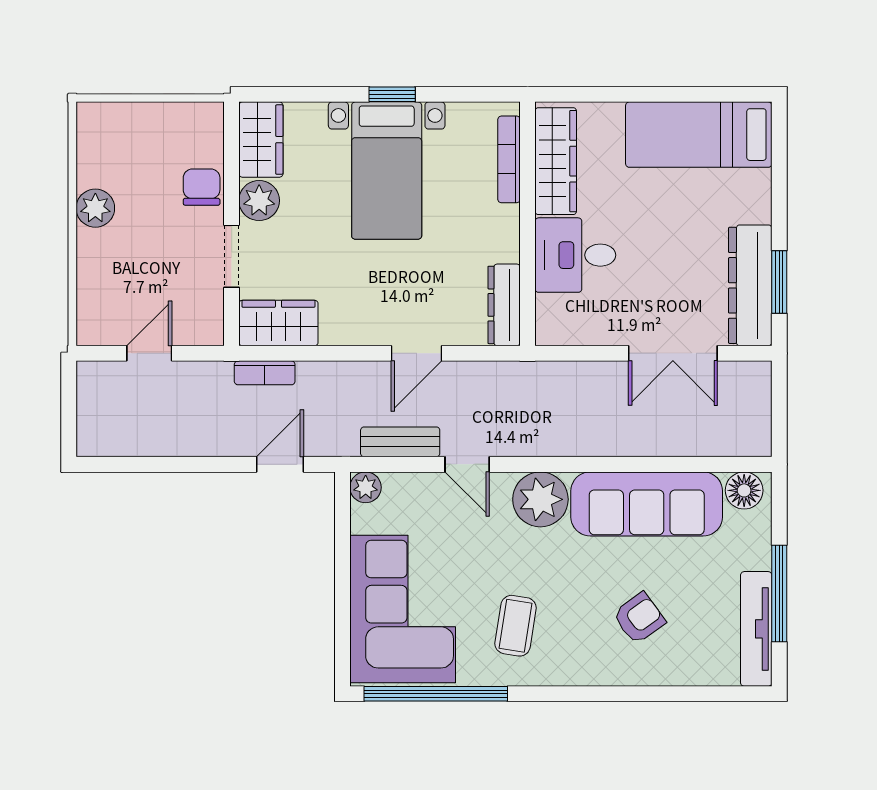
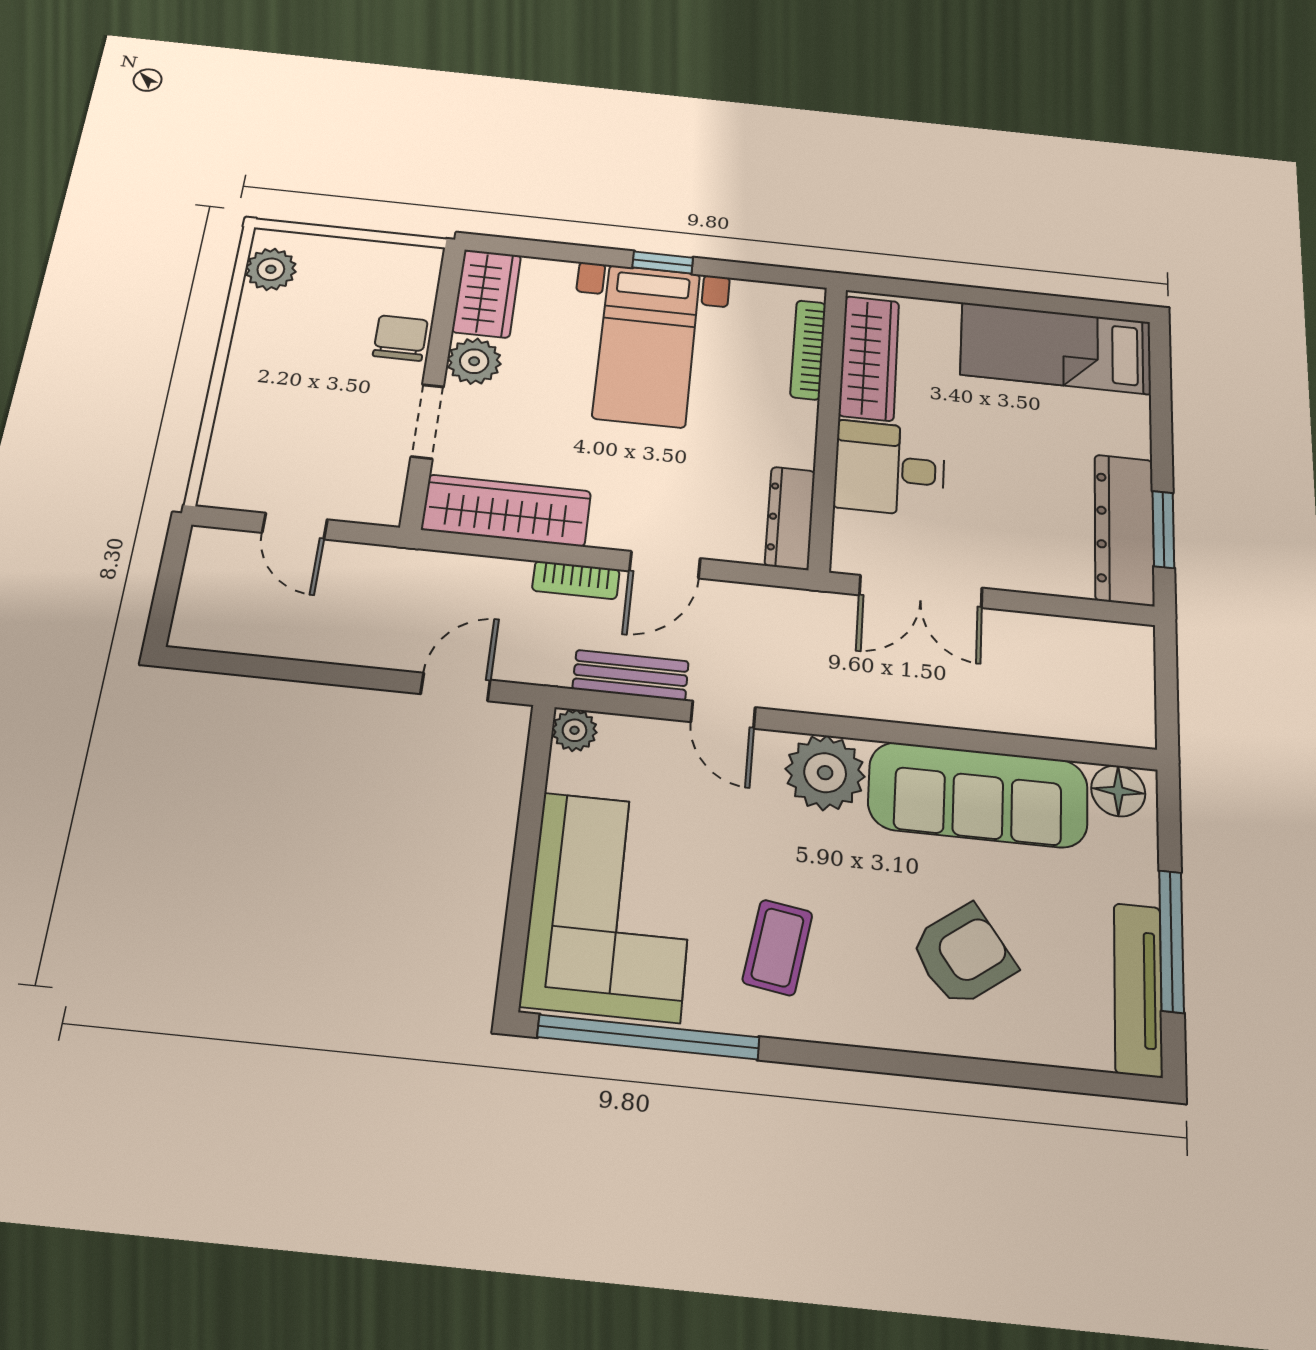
plant: (95, 208) -> (271, 269), moved
wardrobe: (278, 323) -> (506, 510), width x1.50
door: (149, 353) -> (295, 526), swing flipped
double door: (673, 353) -> (921, 591), moved
bookcase: (265, 373) -> (576, 580), moved
armchair: (639, 618) -> (963, 955), width x1.38, depth x1.38

